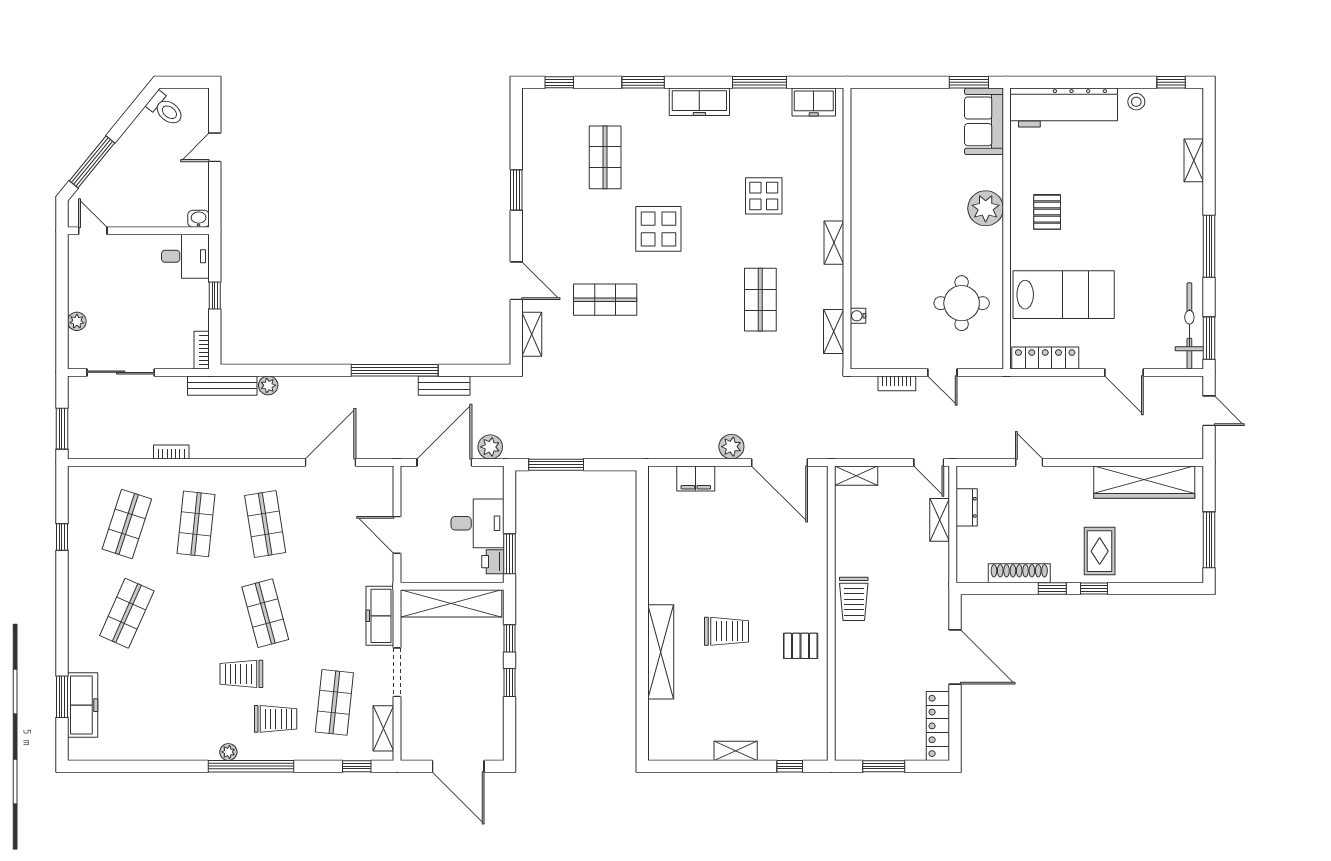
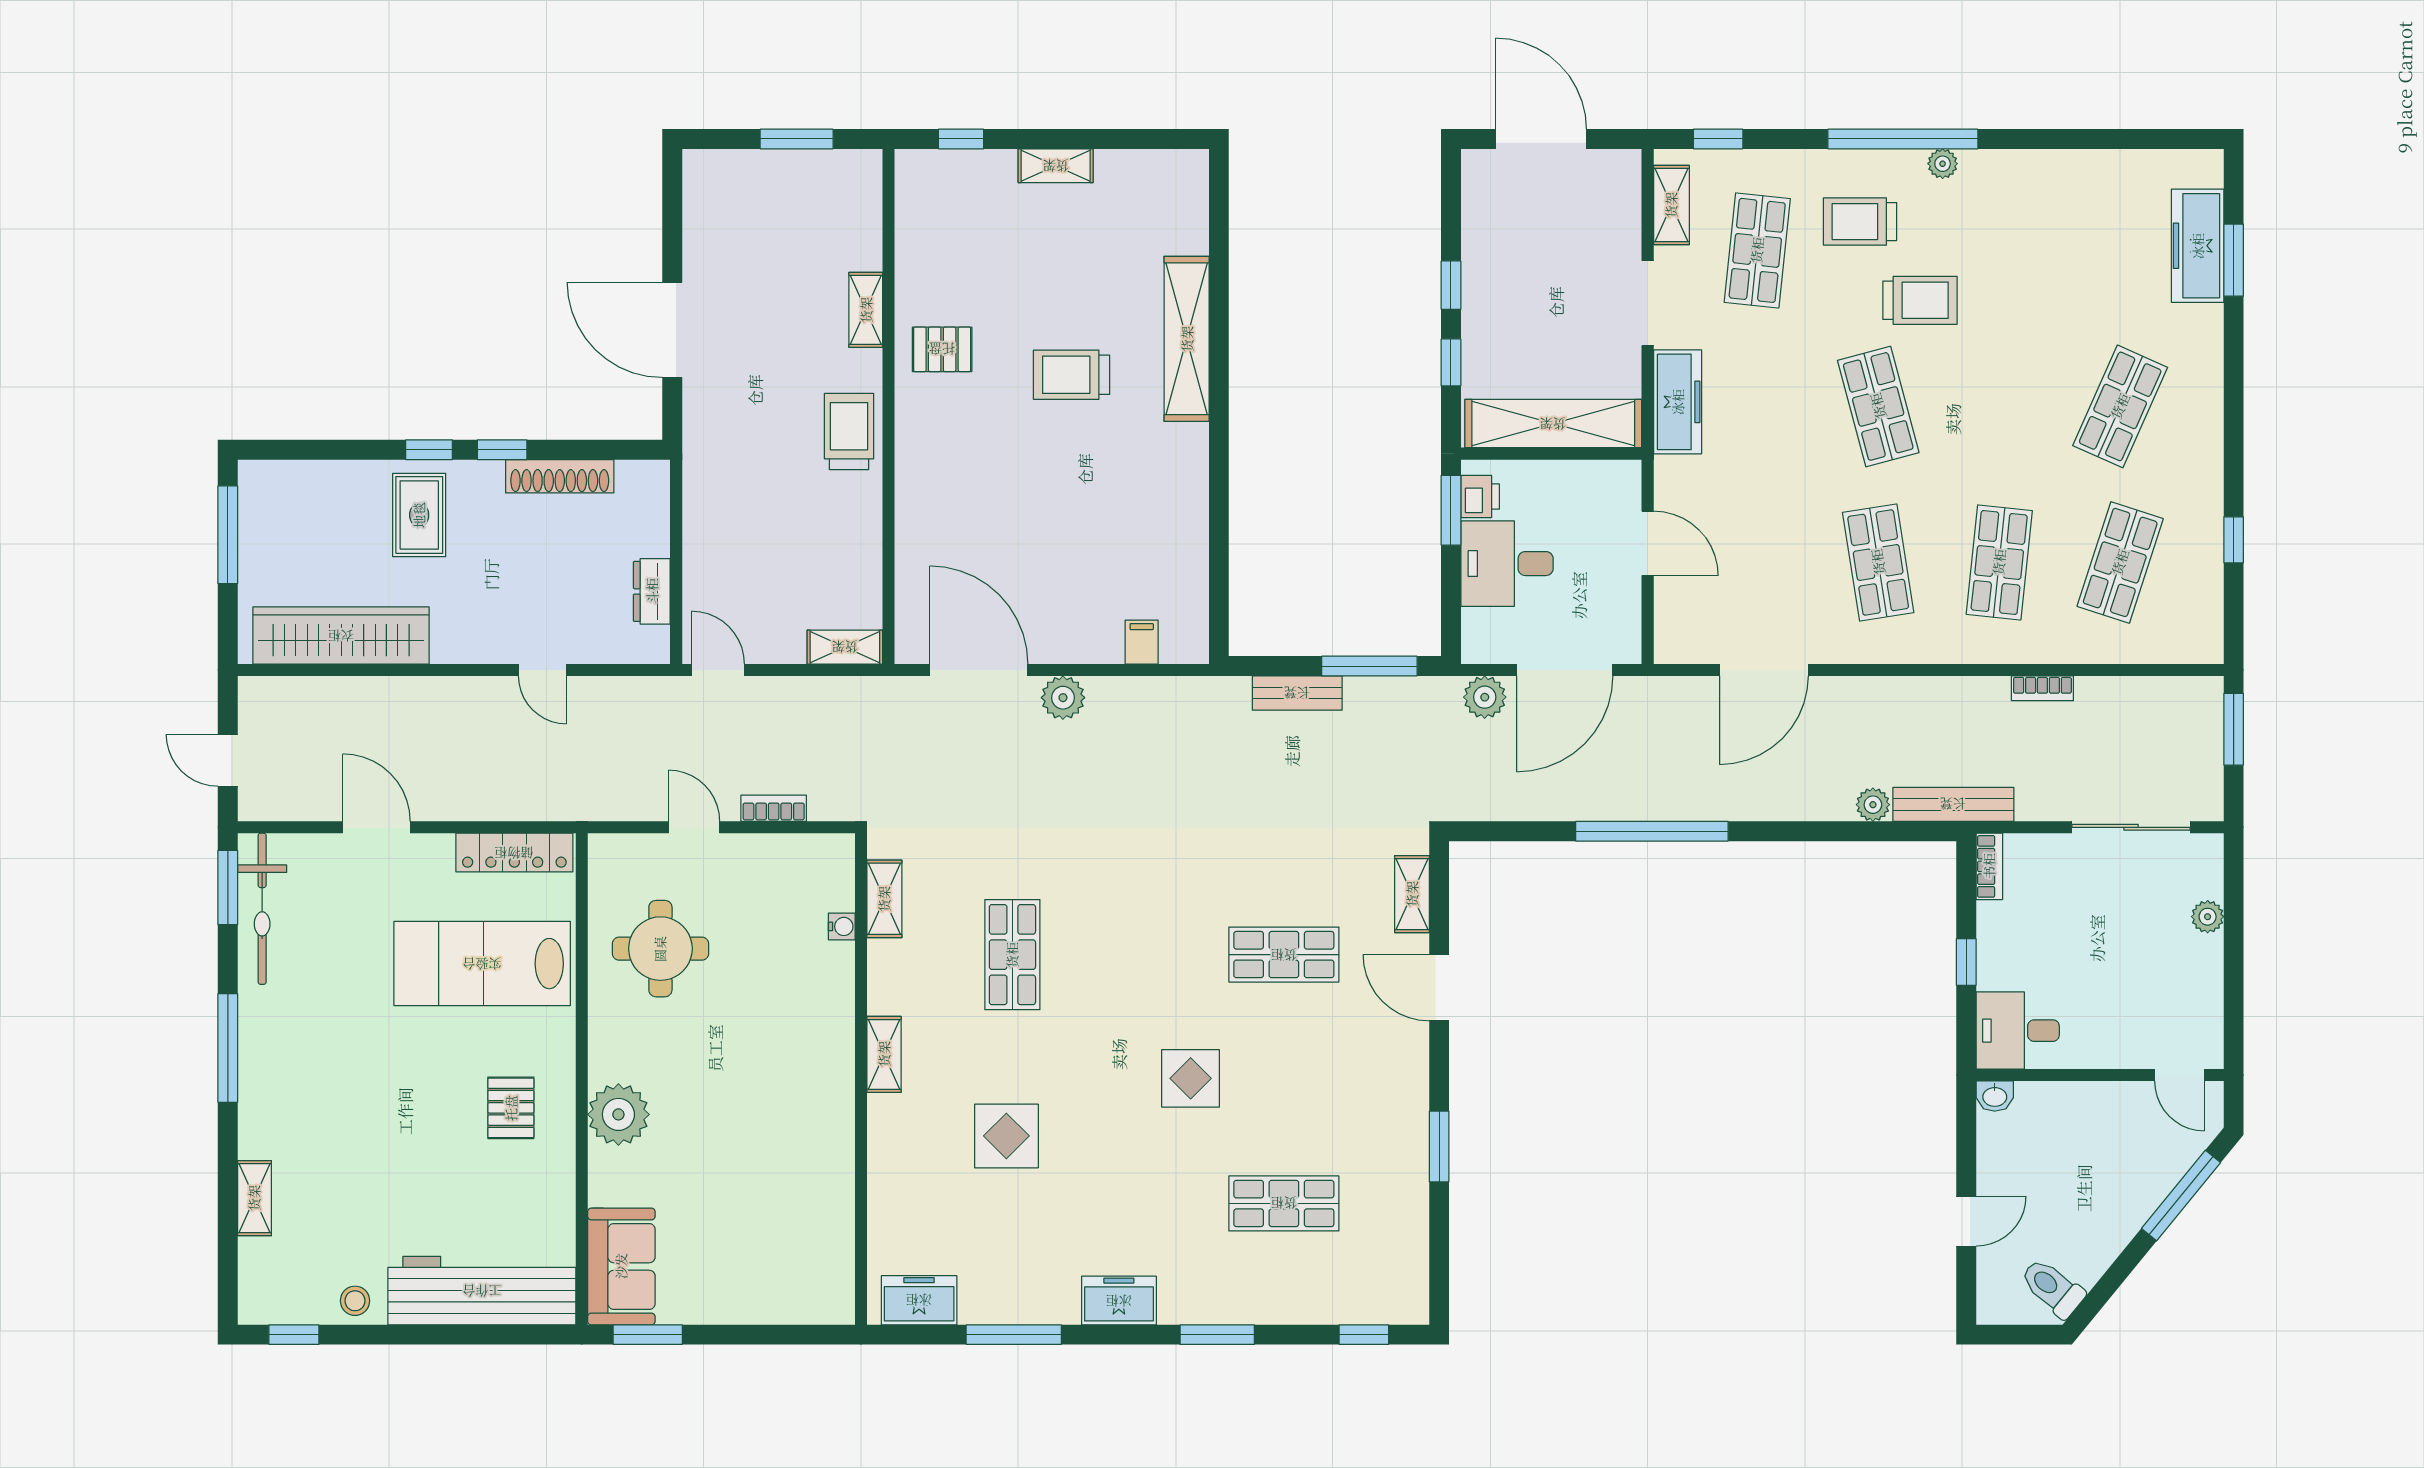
freezer: (699, 102) -> (1119, 1301), width x0.71
shop shelf: (605, 157) -> (1284, 1203), turned 90
display table: (658, 229) -> (1191, 1078), width x0.73, depth x0.73
bench: (444, 386) -> (1297, 693), moved
filing cabinet: (696, 478) -> (1142, 642), width x0.50
shelving: (940, 520) -> (866, 310), moved
locker: (938, 726) -> (702, 209), removed

